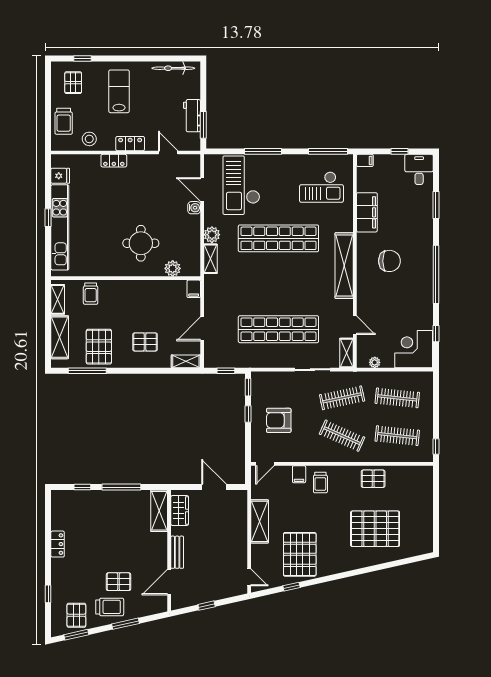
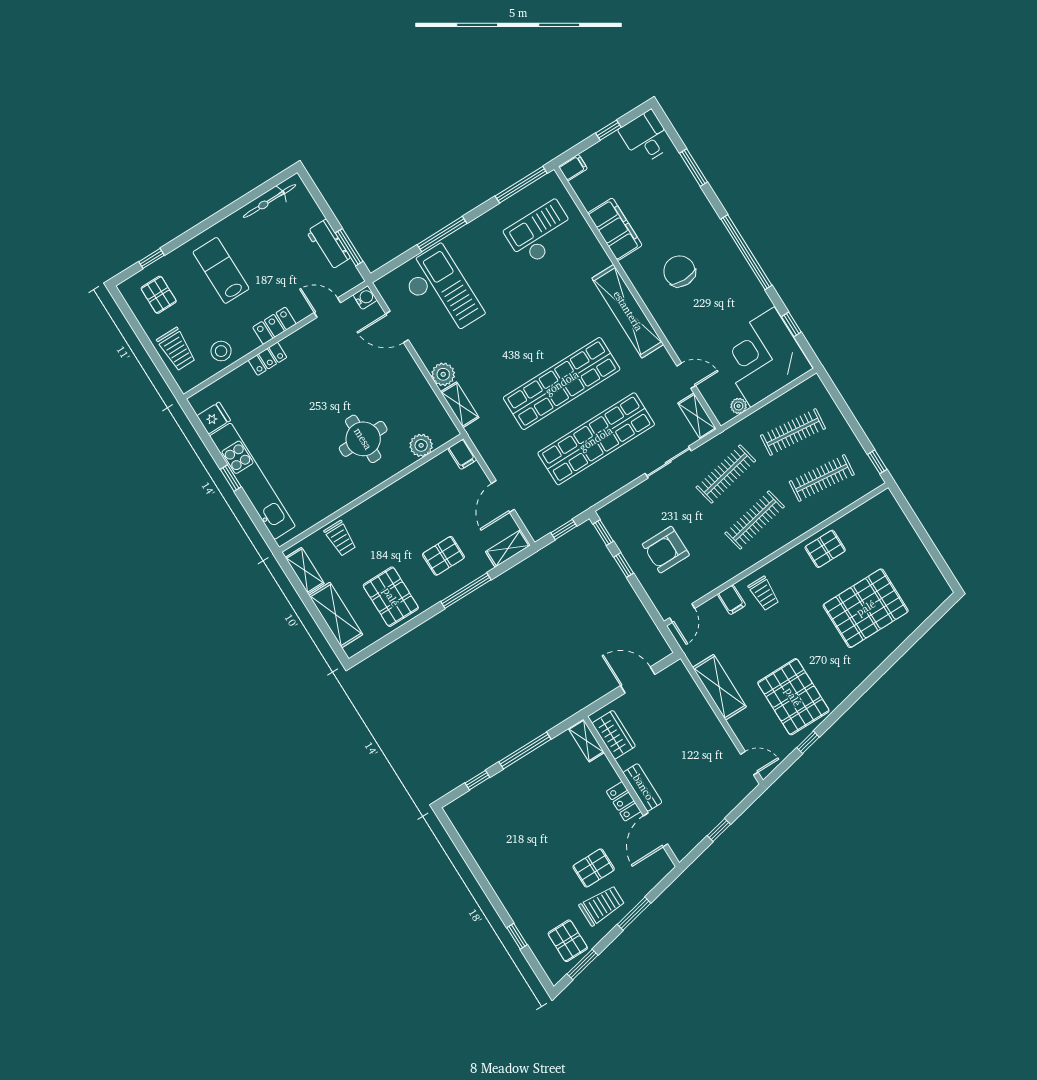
checkout: (241, 185) -> (441, 292), turned 180
checkout: (321, 187) -> (540, 233), turned 180
water cooler: (194, 208) -> (365, 298), moved
shop shelf: (278, 238) -> (562, 383), moved
chair: (389, 261) -> (679, 271), turned -90
corner desk: (414, 349) -> (763, 357), width x1.36, depth x1.36
window: (87, 371) -> (466, 591), moved
clothes rail: (342, 436) -> (755, 520), turned -36
shelving: (159, 511) -> (586, 741), width x0.67, depth x0.75
locker: (58, 544) -> (624, 801), moved, turned 180

